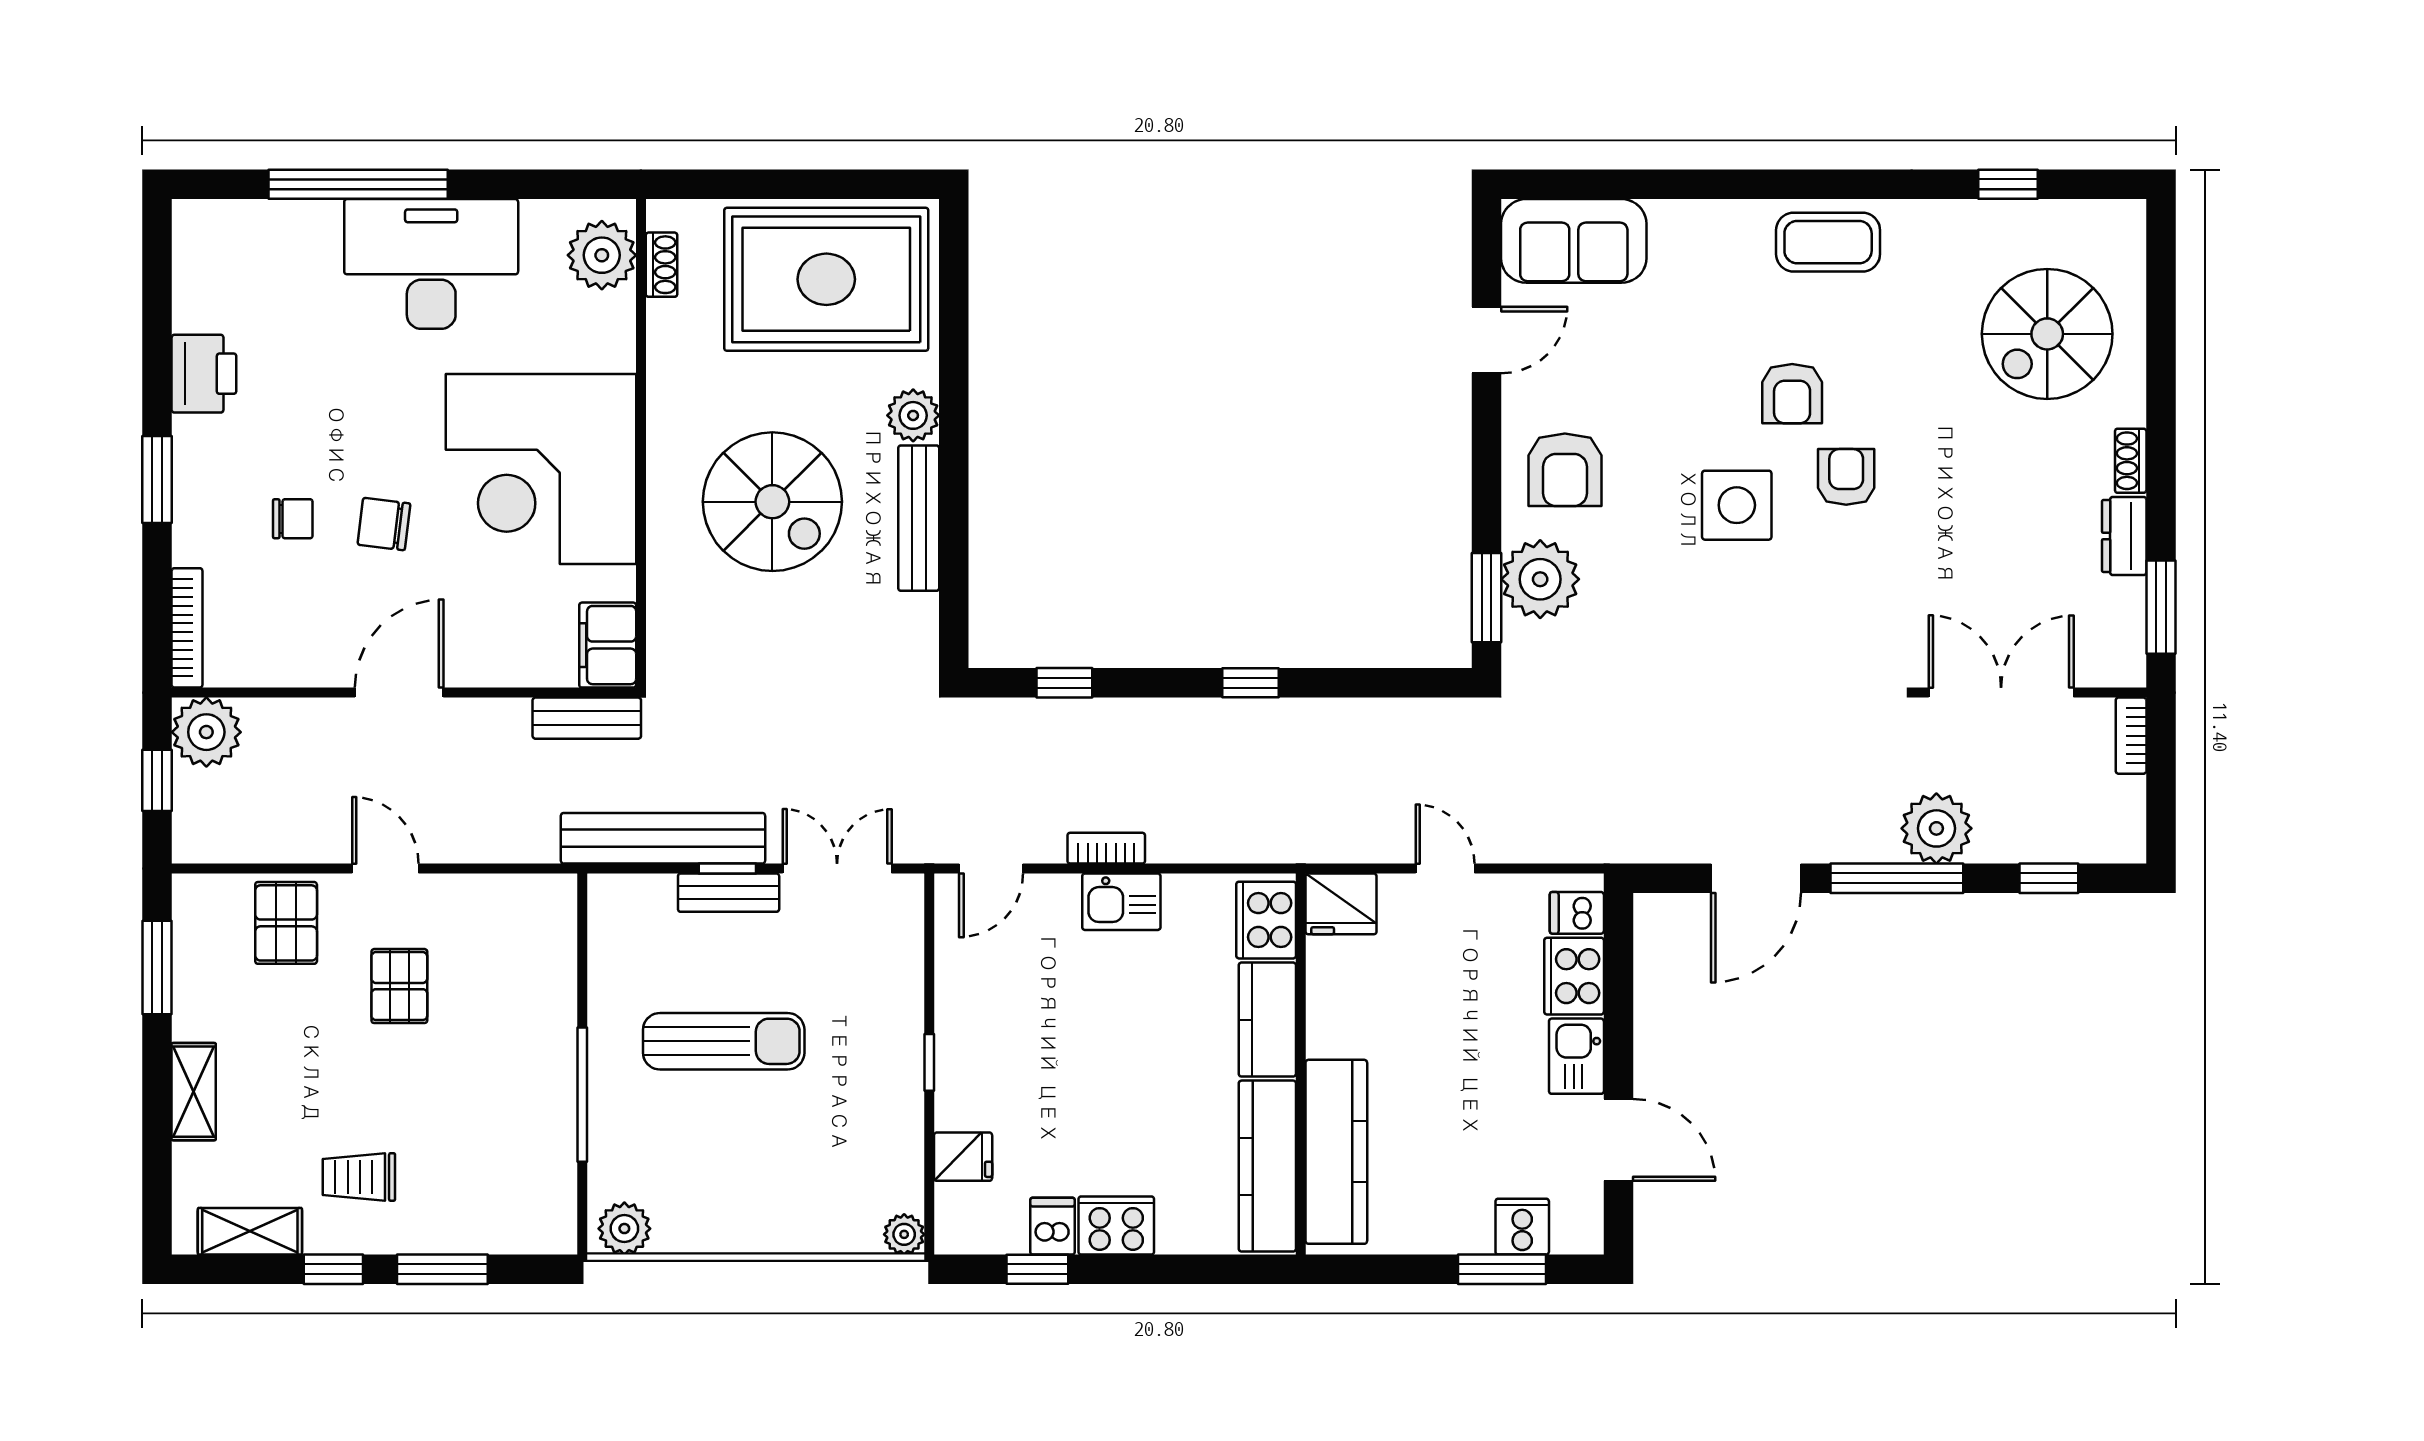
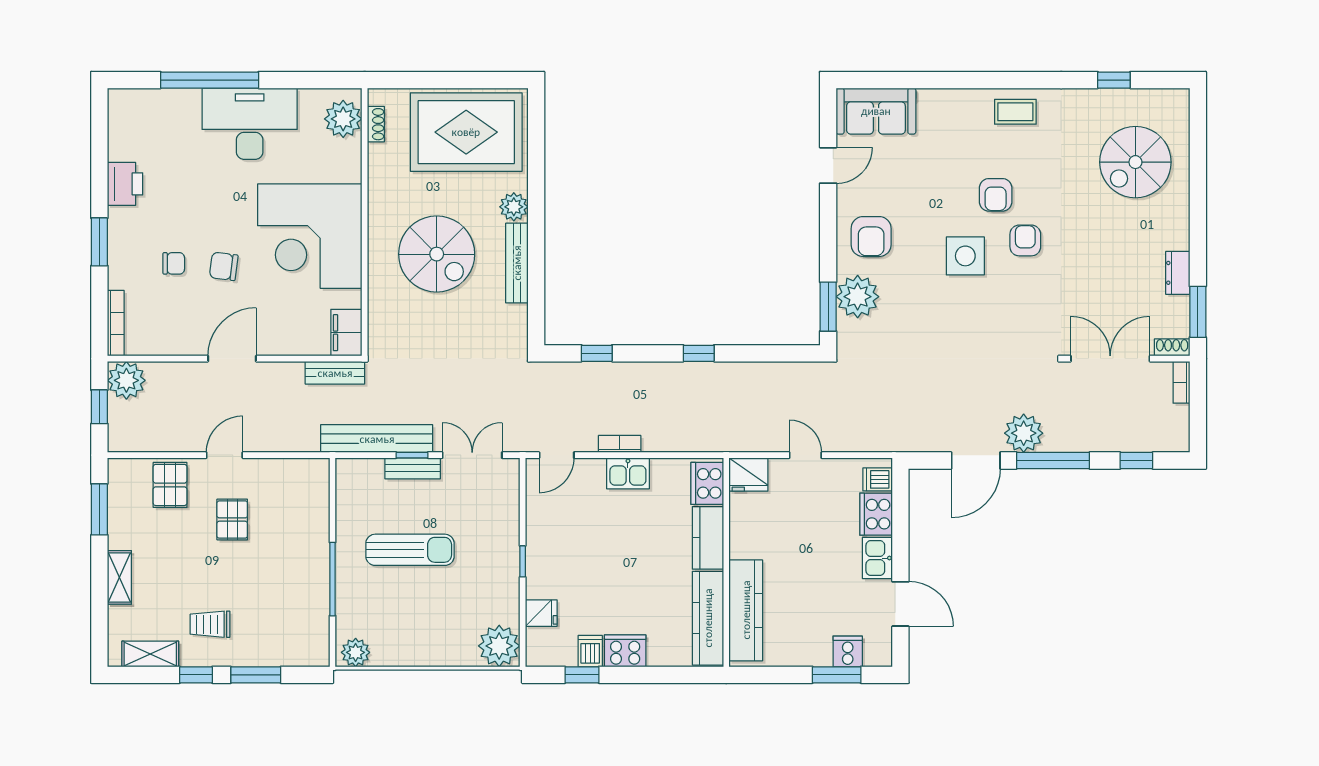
coffee table: (1828, 242) -> (1015, 112), width x0.73, depth x0.77
shoe rack: (2131, 461) -> (1172, 347), moved, turned 90
plant: (1936, 828) -> (1024, 433), moved
door: (385, 869) -> (224, 455), hinge flipped
plant: (904, 1234) -> (499, 646), width x1.87, depth x1.87

